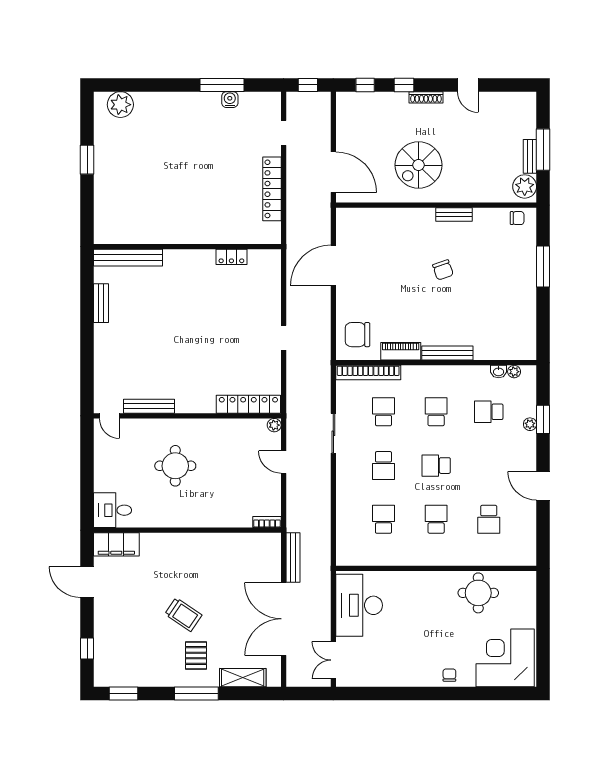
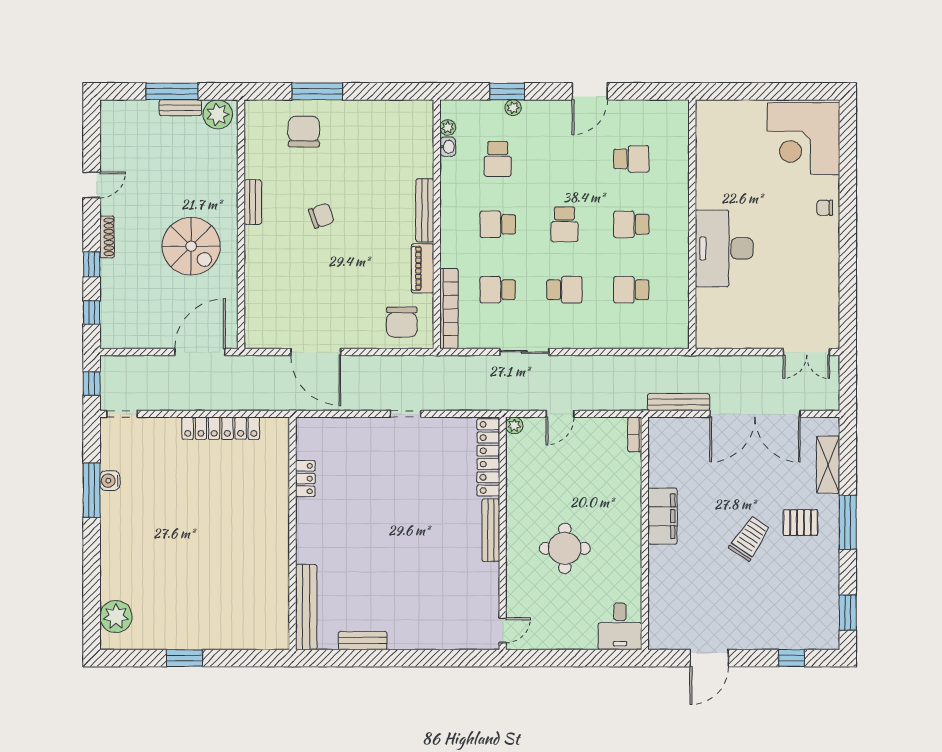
doorway: (284, 133) -> (122, 414), moved
chair: (517, 218) -> (304, 132), moved, width x1.87, depth x1.87
bench: (149, 406) -> (491, 530), moved
filing cabinet: (116, 544) -> (663, 516), moved
round table: (478, 593) -> (723, 172), removed
desk: (359, 605) -> (724, 248), moved, turned 90

